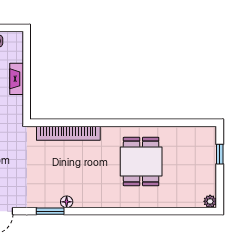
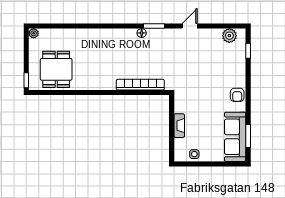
window: (220, 154) -> (26, 80), moved
dining table: (141, 161) -> (56, 69), moved

